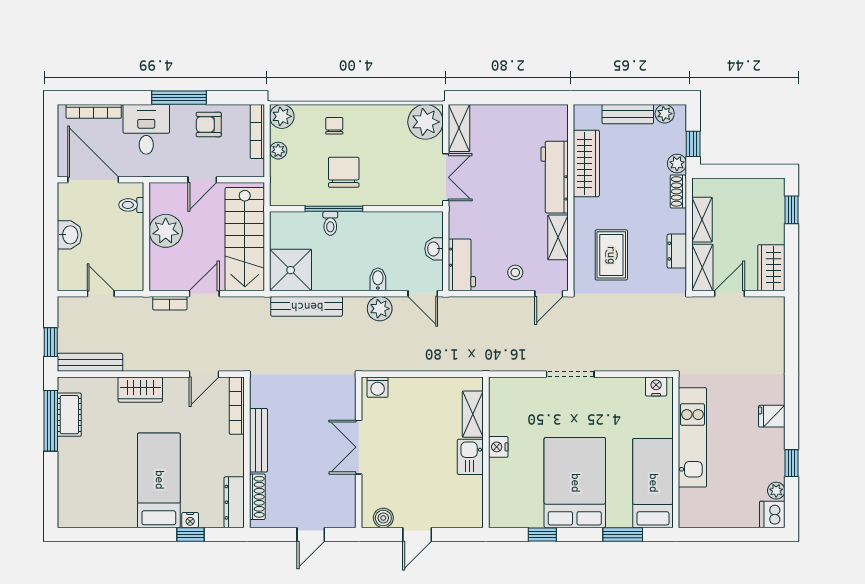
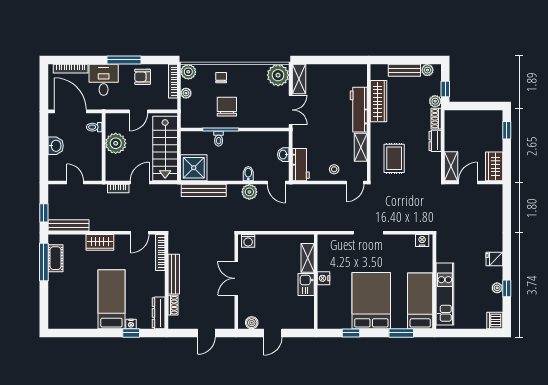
shelving: (702, 220) -> (451, 136), removed
dresser: (677, 251) -> (435, 141), moved
kitchen unit: (692, 437) -> (445, 294), moved
plant: (776, 491) -> (497, 288), moved
shoe rack: (257, 497) -> (173, 305), width x0.70

